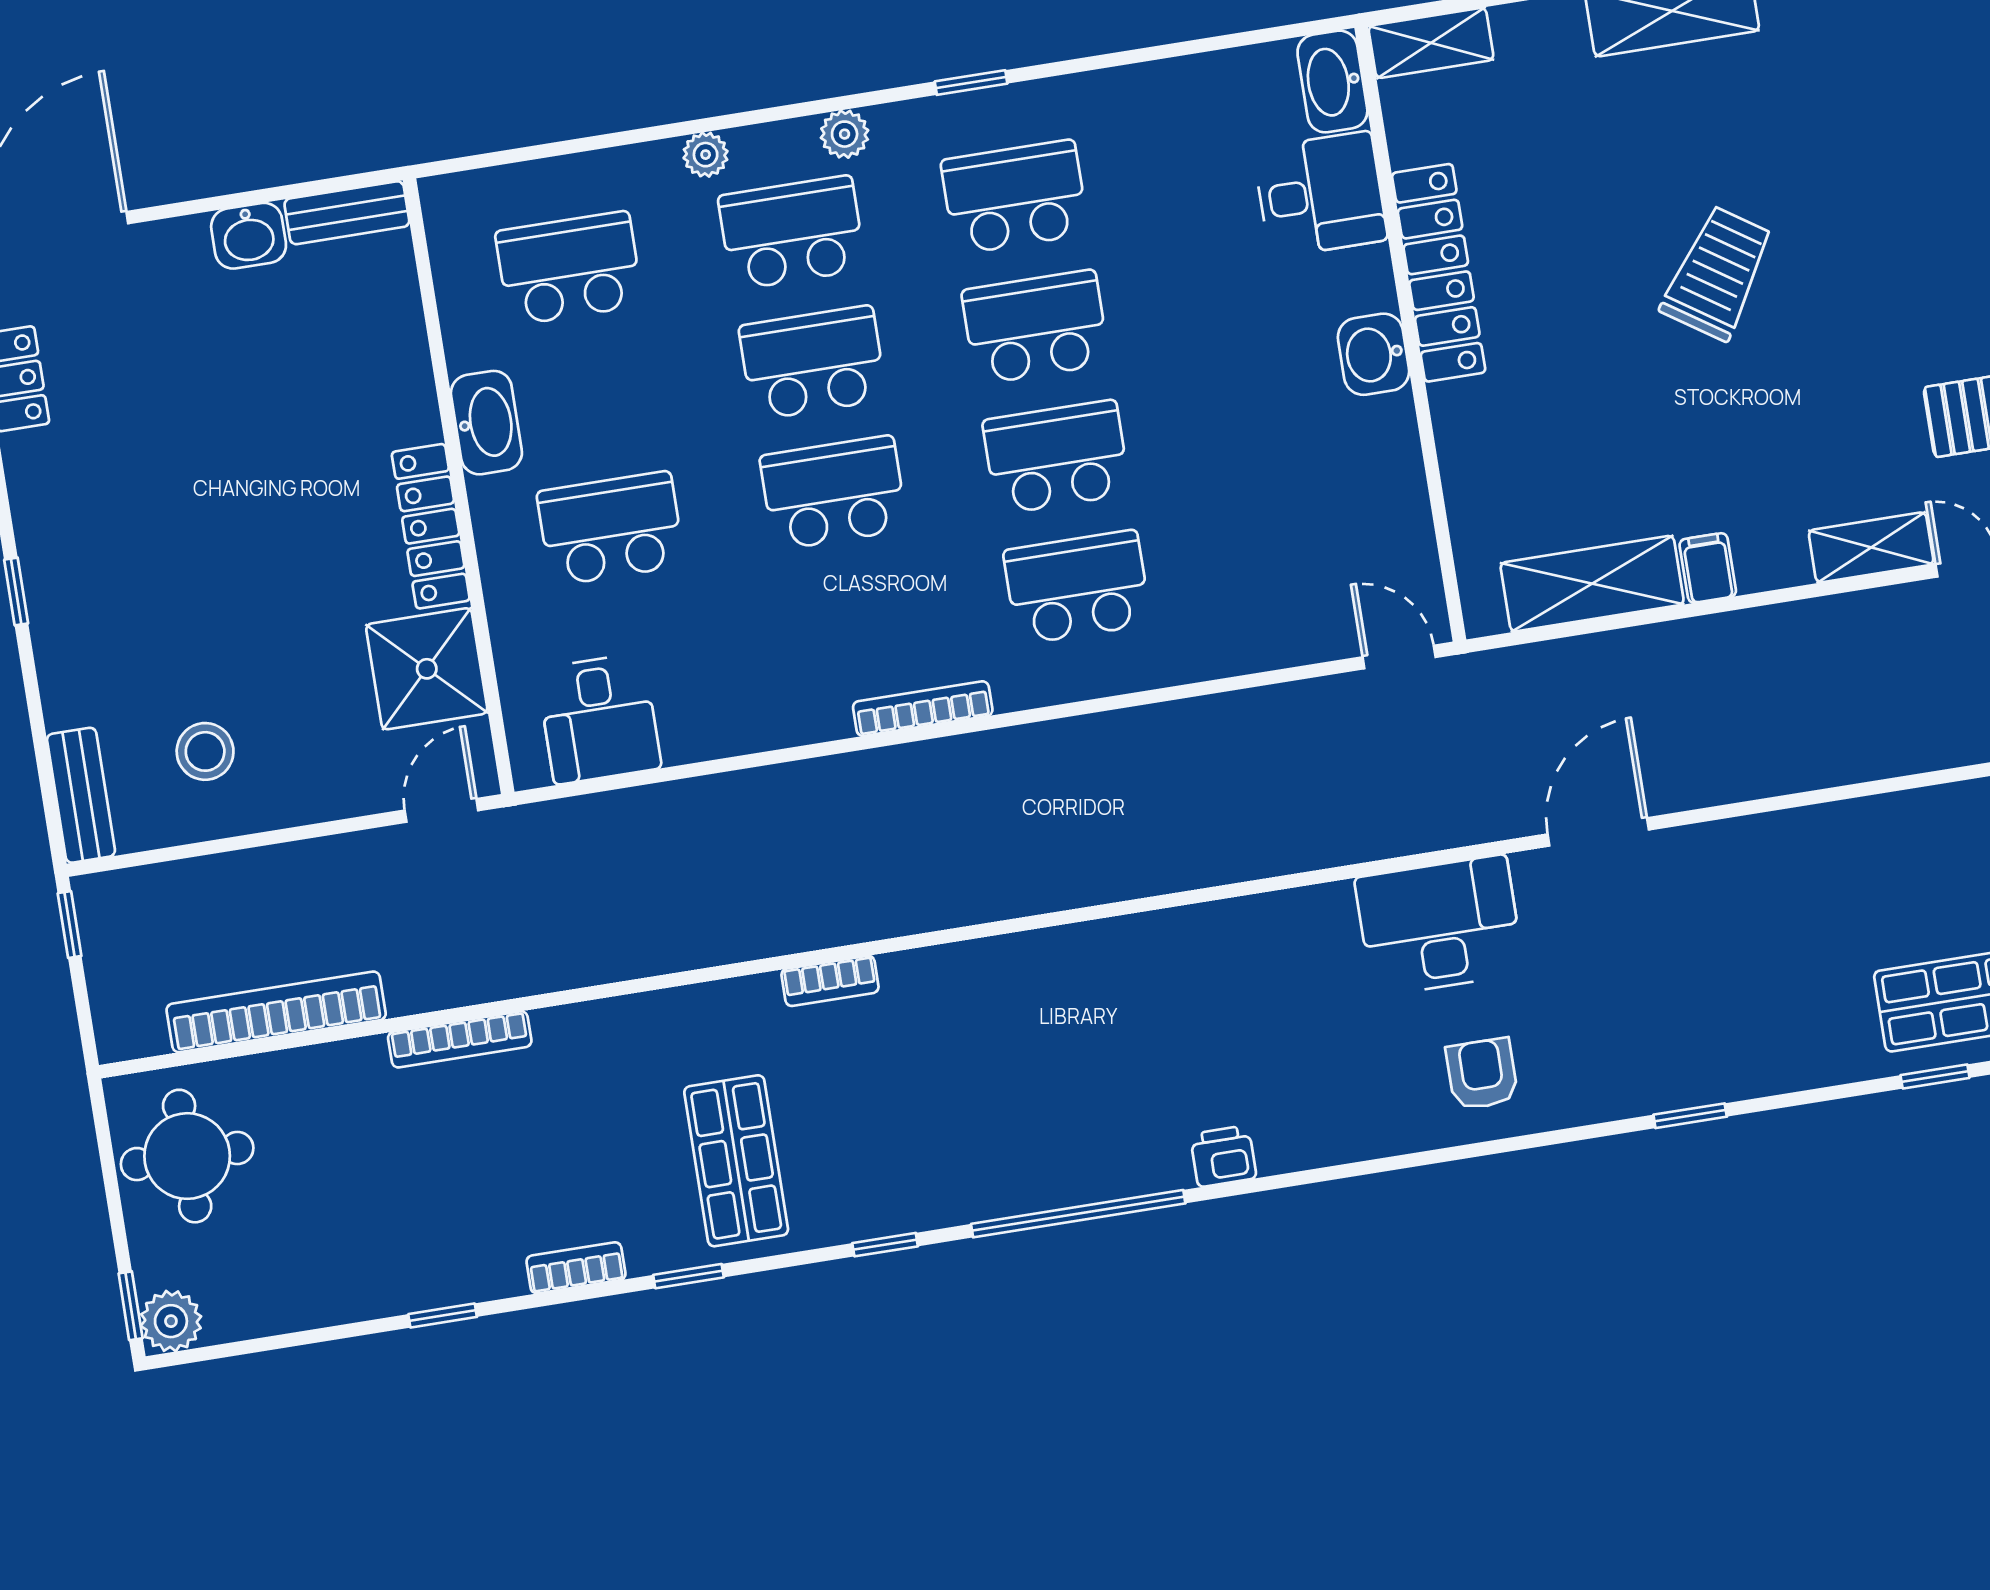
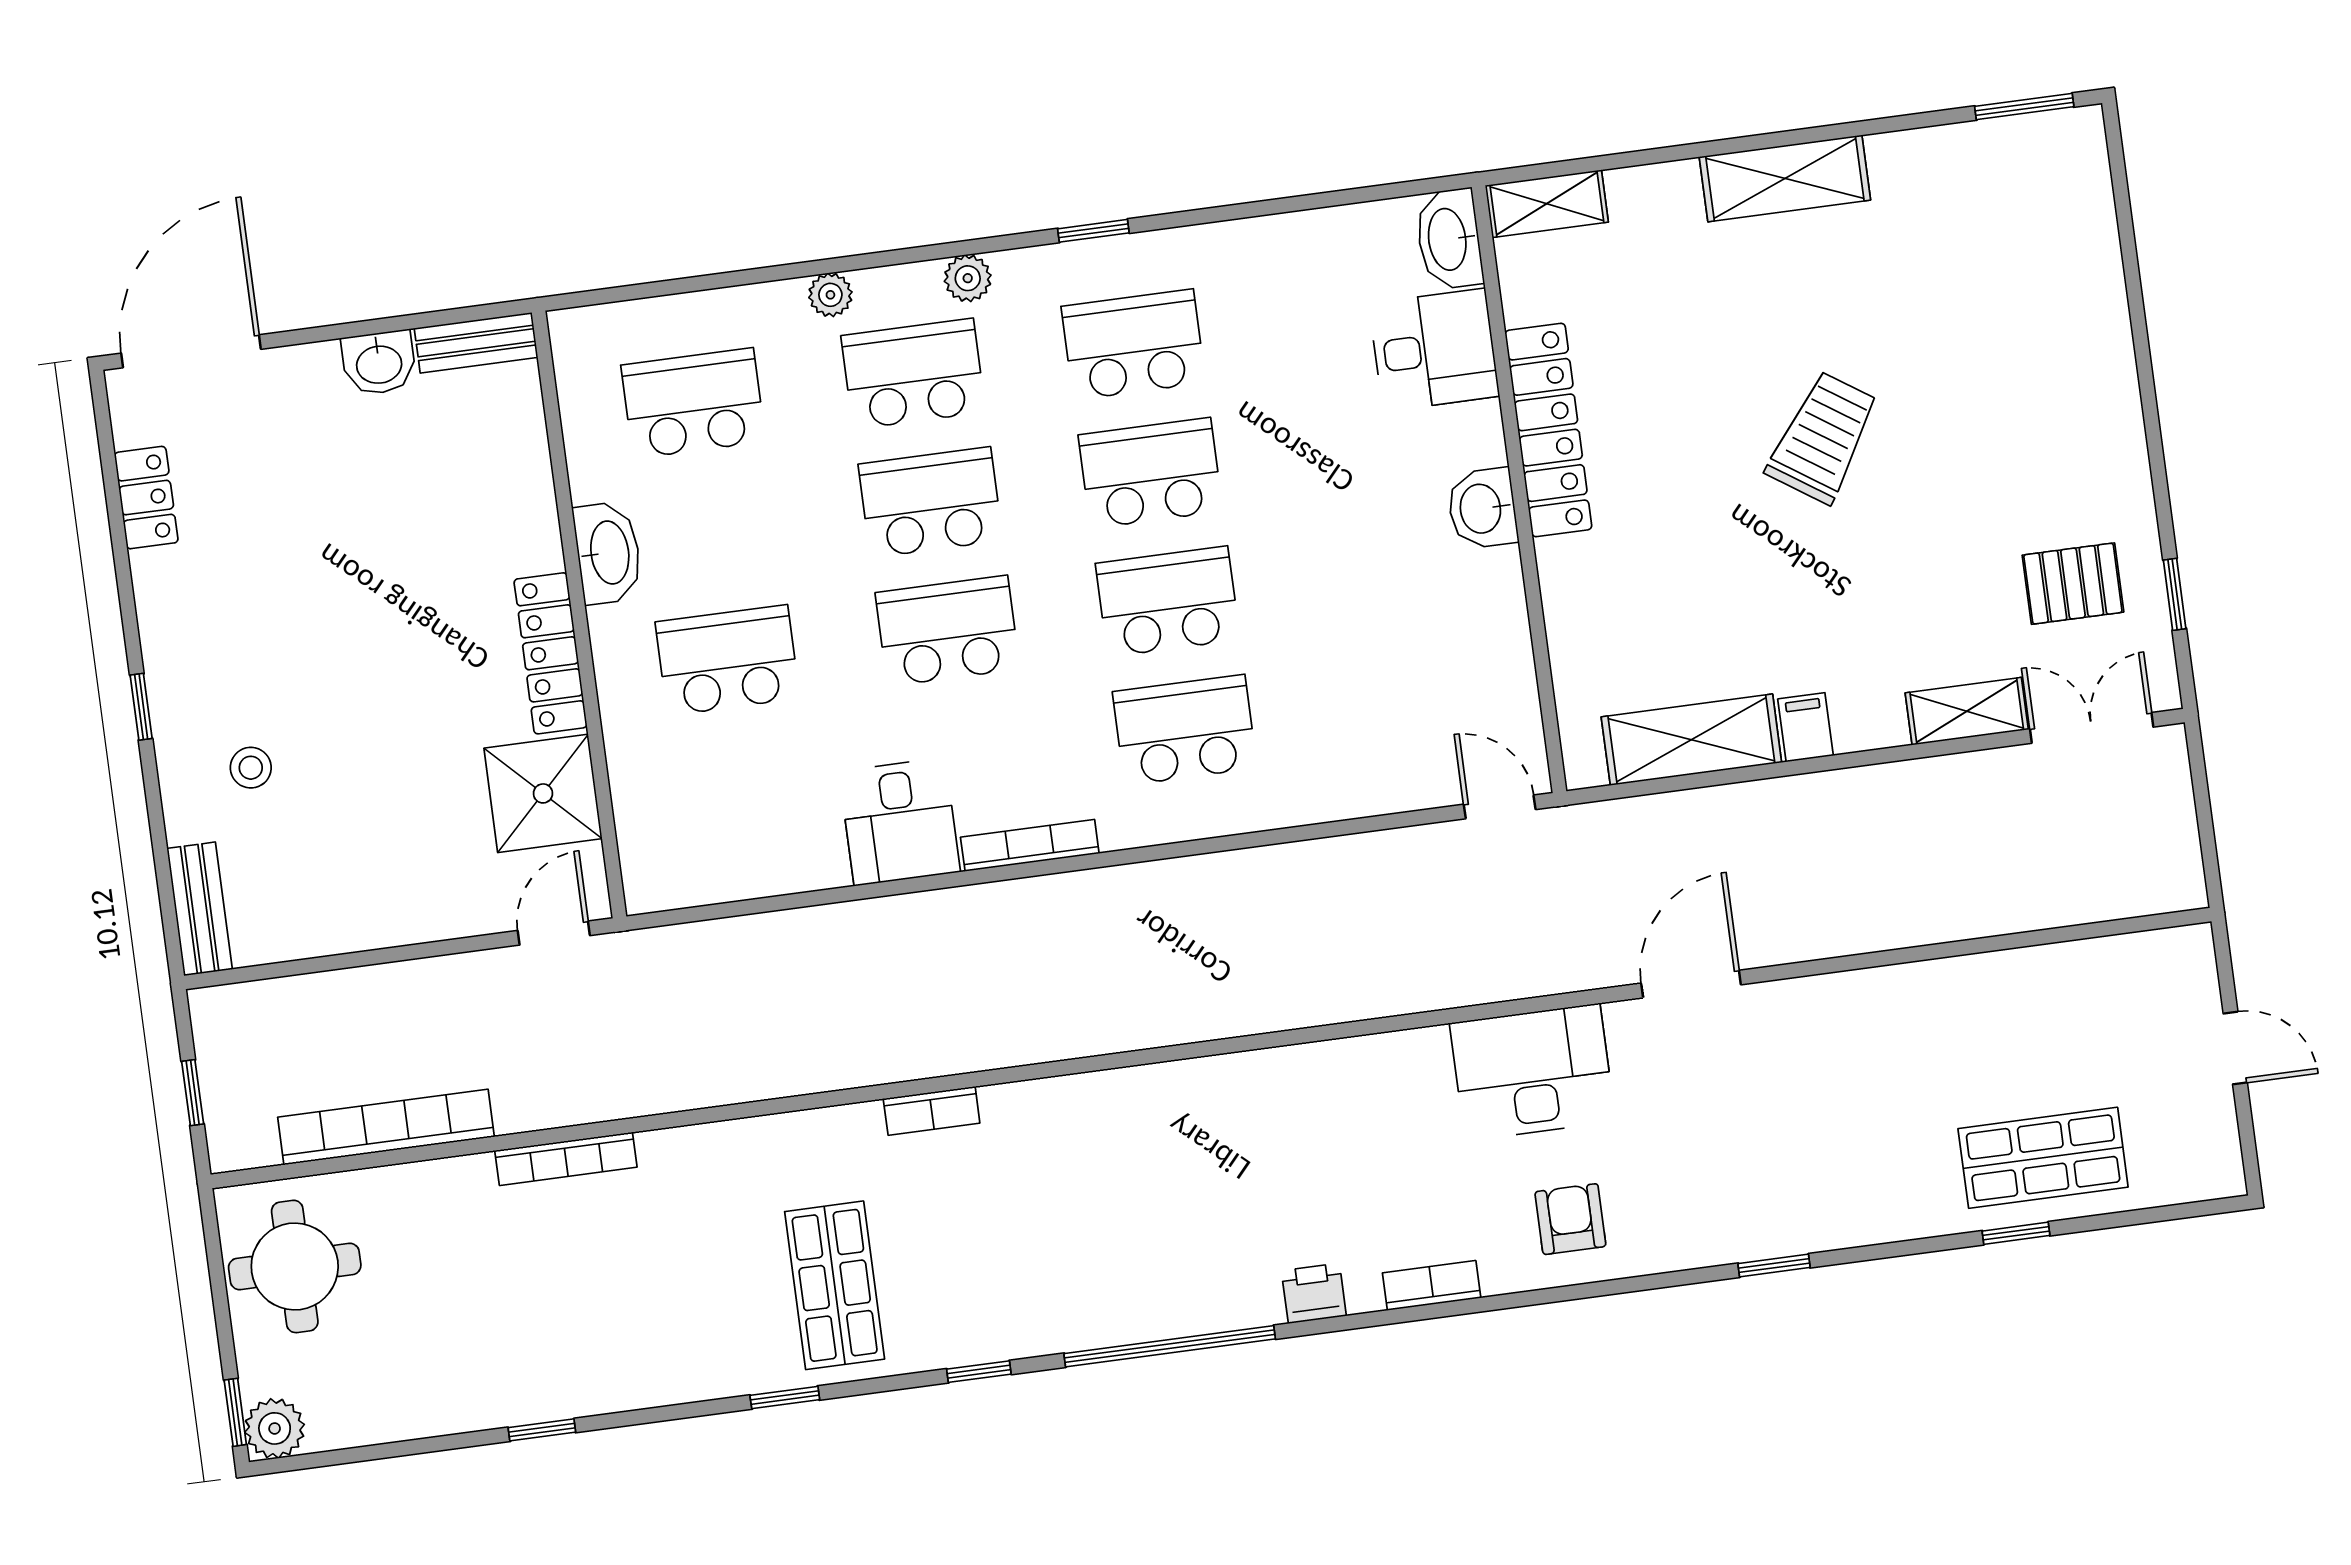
desk: (599, 719) -> (900, 822), moved
stool: (205, 751) -> (251, 768), moved, width x0.73, depth x0.73
window: (70, 925) -> (193, 1093), moved
bookcase: (576, 1268) -> (1432, 1285), moved

